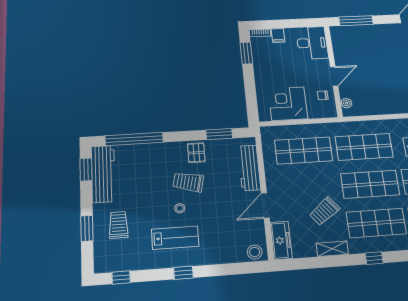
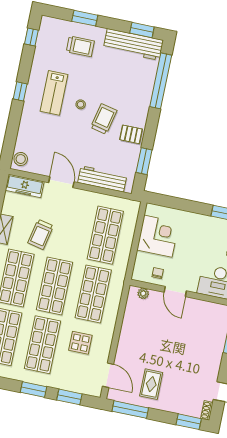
trolley: (324, 211) -> (41, 234), turned -130

